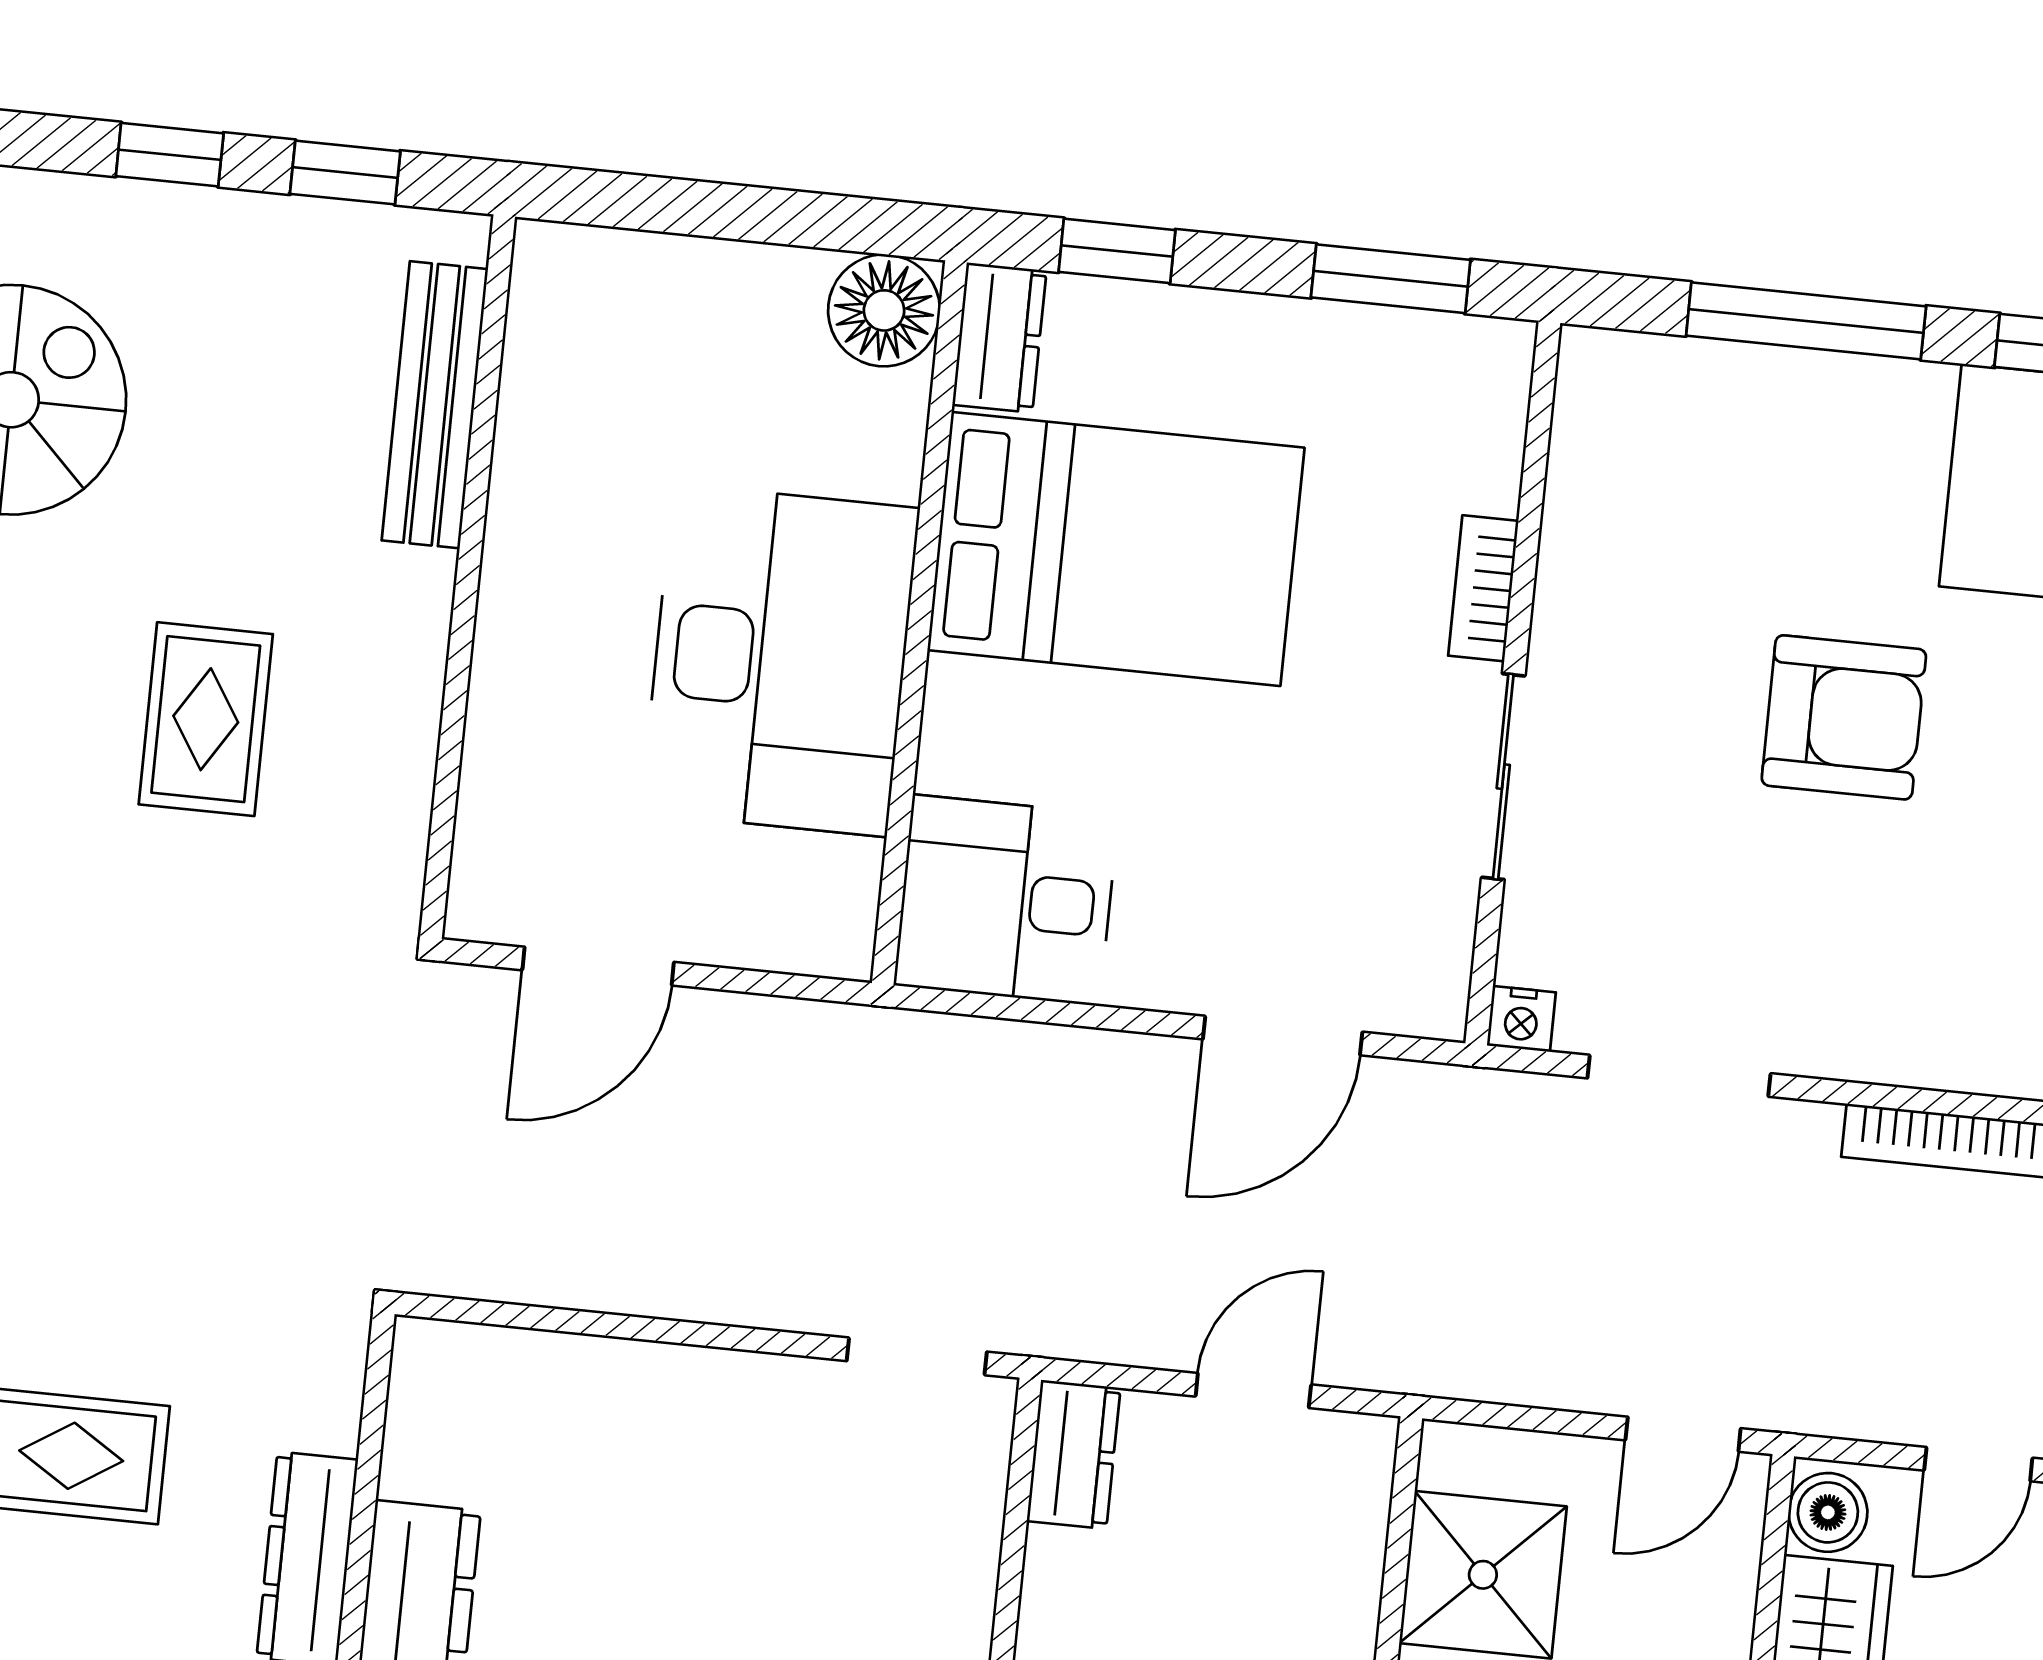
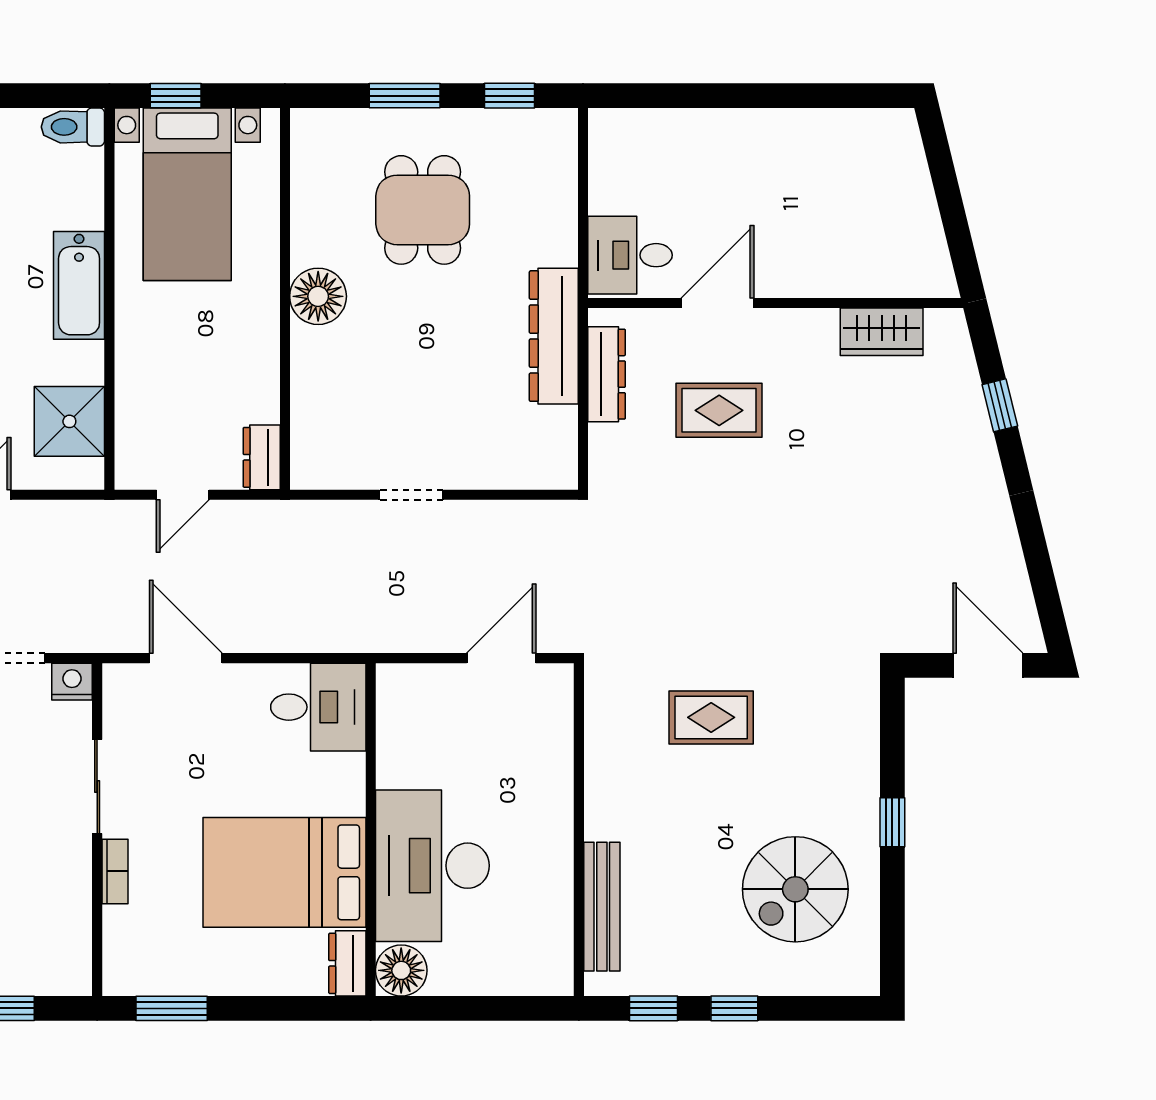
window: (1117, 251) -> (298, 1008), removed
desk: (780, 660) -> (432, 866), moved
rug: (206, 719) -> (711, 717), moved, turned 90
nightstand: (1521, 1019) -> (72, 682), width x1.39, depth x1.35
door: (1283, 1036) -> (186, 658), hinge flipped
doorway: (917, 1356) -> (411, 495), moved

